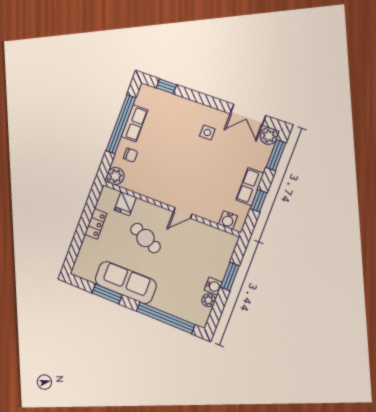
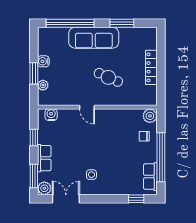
row of seats: (134, 123) -> (150, 177), moved
row of seats: (250, 187) -> (44, 158), moved
fridge: (125, 204) -> (134, 98), removed
door: (183, 213) -> (87, 107), swing flipped
locker: (96, 224) -> (151, 67), width x1.53
sofa: (126, 282) -> (94, 38), moved
plant: (208, 300) -> (43, 85), moved

